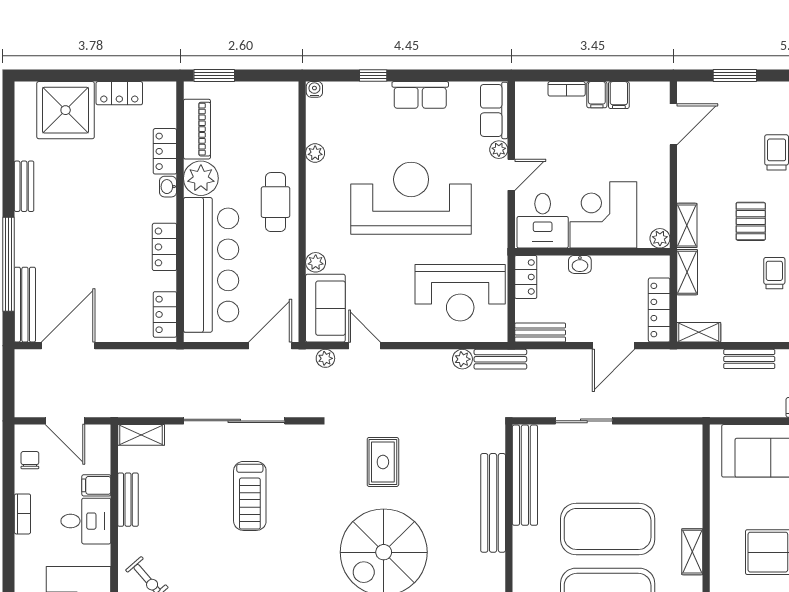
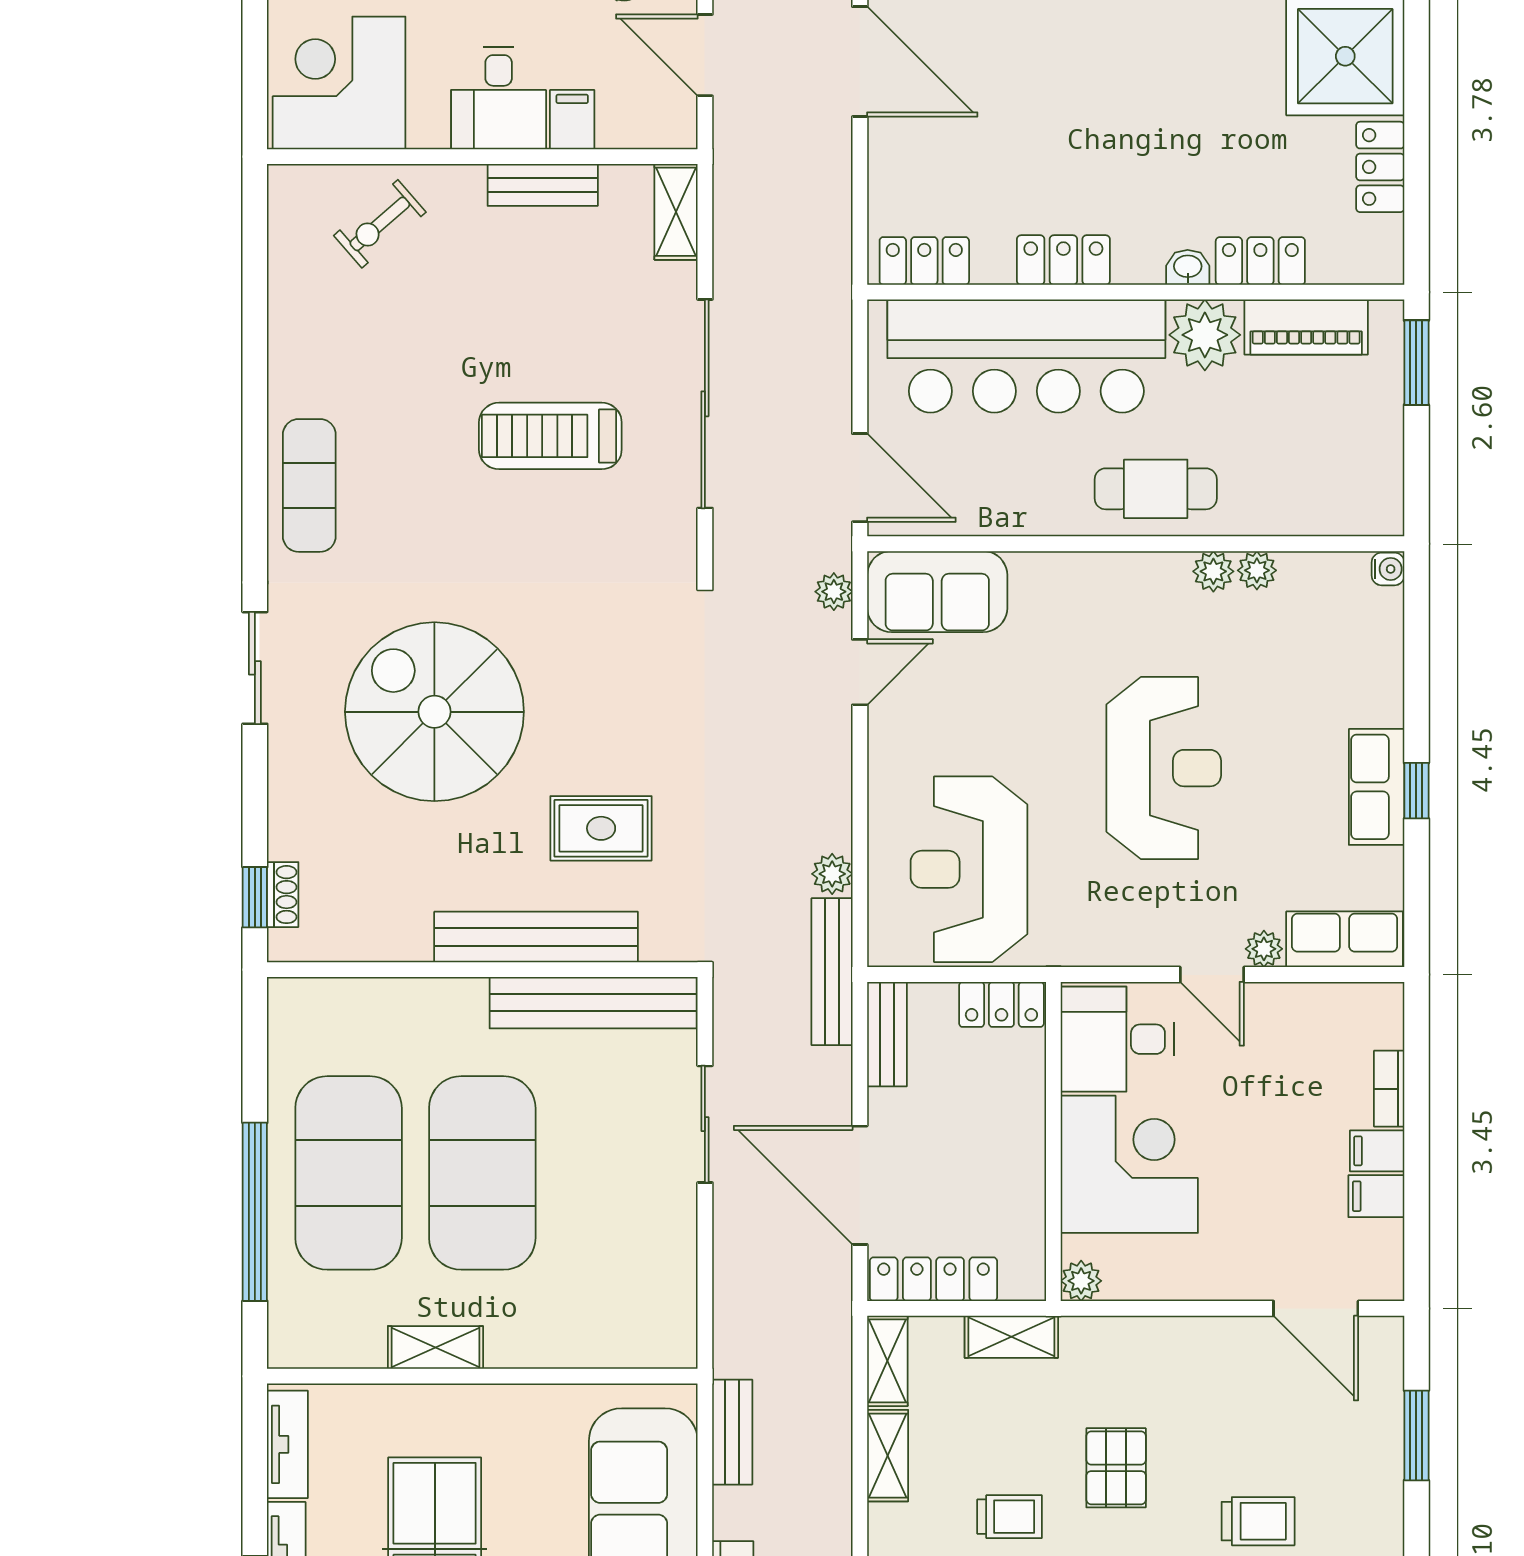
window: (373, 76) -> (1416, 791), moved
reception desk: (411, 198) -> (1164, 768), width x0.74, depth x0.77
pallet: (751, 221) -> (1116, 1468), turned 90
shelving: (687, 225) -> (888, 1456), moved, turned 90
plant: (316, 262) -> (1213, 571), moved
washbasin: (580, 264) -> (1027, 1116), removed
door: (613, 346) -> (860, 1185), width x1.36
bench: (500, 359) -> (832, 972), width x1.36
bench: (749, 359) -> (732, 1432), moved
door: (65, 421) -> (705, 55), hinge flipped
rug: (383, 462) -> (601, 828), moved

